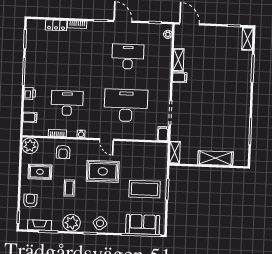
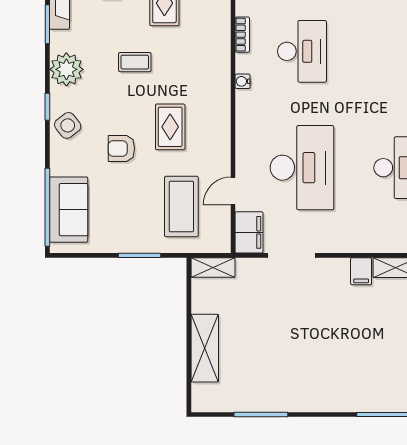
filing cabinet: (163, 134) -> (249, 232), width x2.00
door: (107, 140) -> (233, 191), moved
armchair: (63, 152) -> (121, 149), moved
rug: (103, 171) -> (170, 127), width x0.73, depth x0.70
coffee table: (145, 189) -> (181, 206), moved

